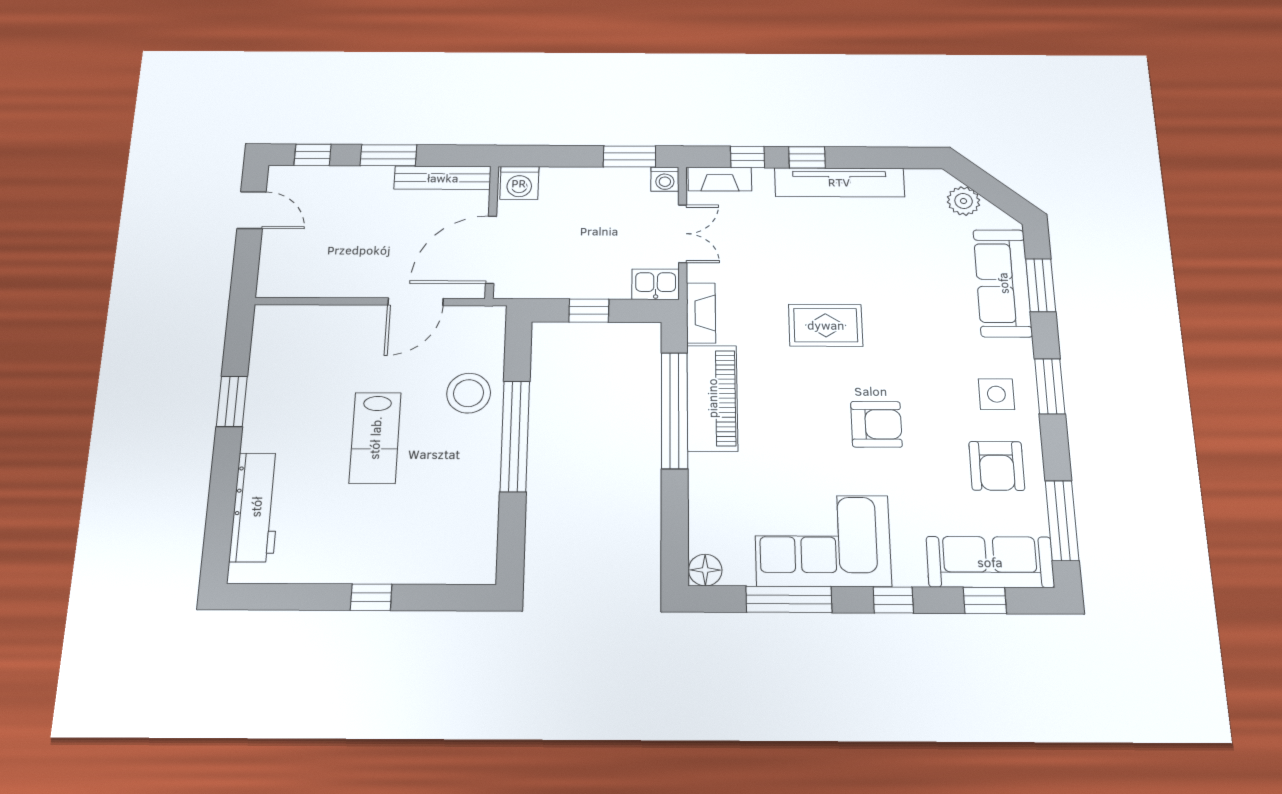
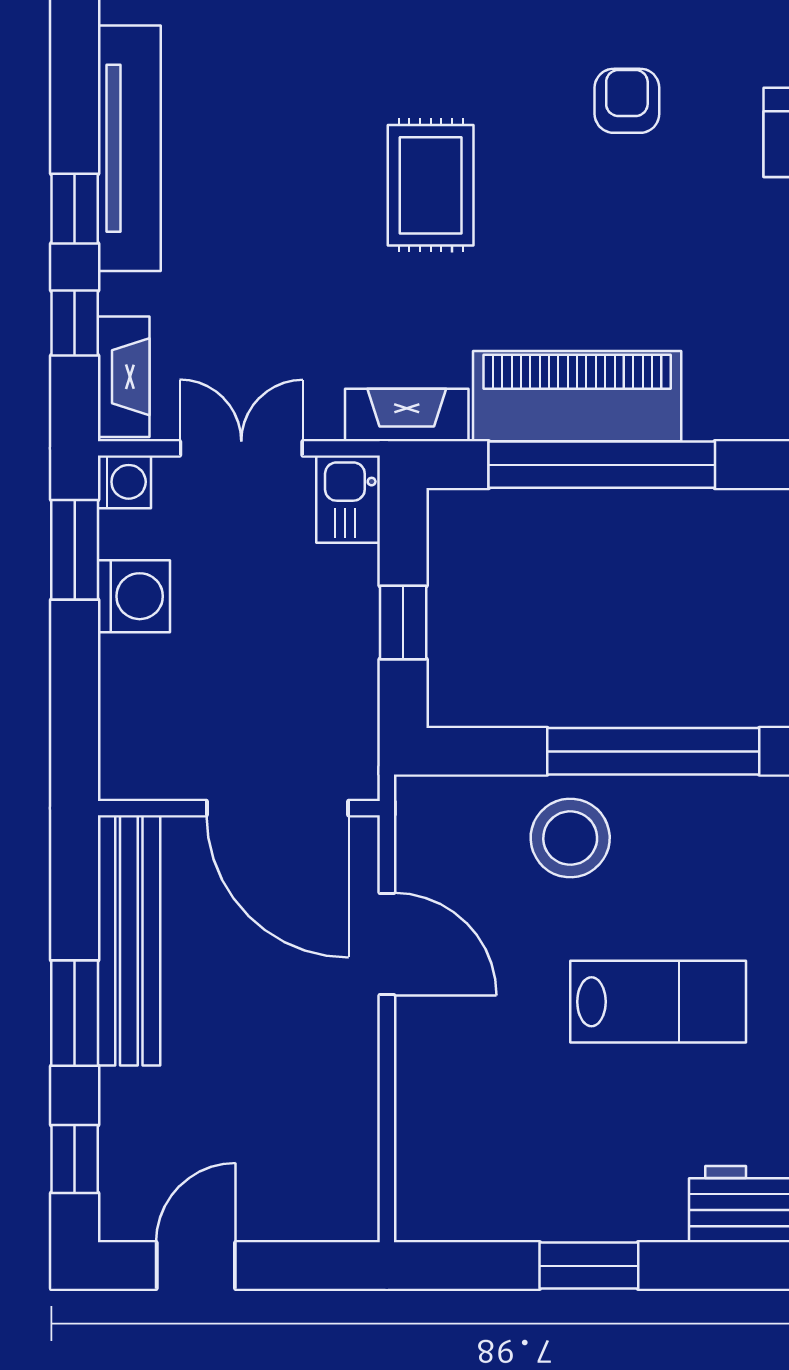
bench: (443, 178) -> (129, 940), width x1.37, depth x1.21
washing machine: (519, 183) -> (134, 596), moved
armchair: (876, 424) -> (627, 101), width x0.72, depth x0.72

